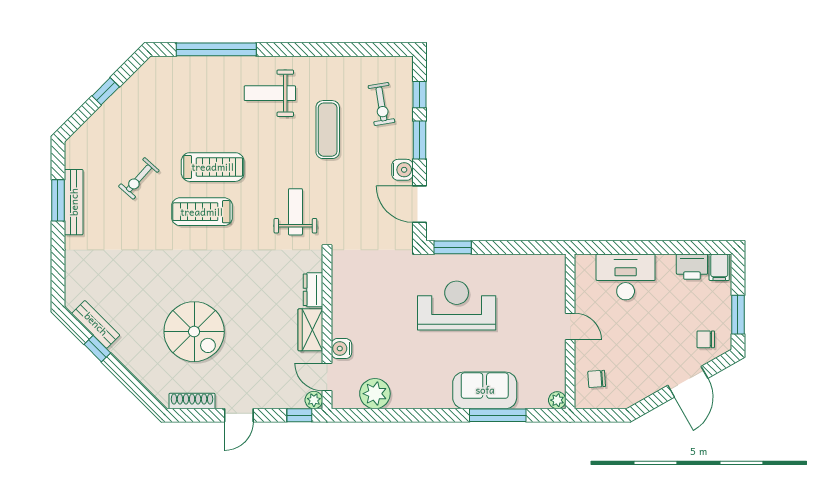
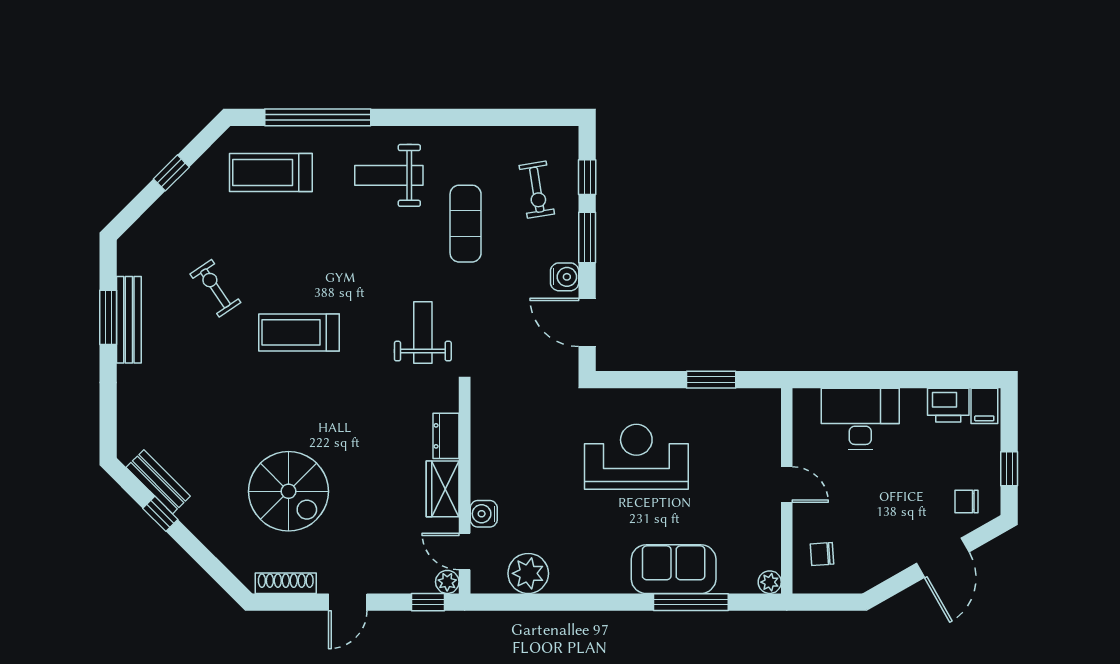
treadmill: (213, 167) -> (271, 172), moved, turned 180
exercise bike: (139, 178) -> (215, 288), turned 104
window: (453, 247) -> (711, 380), moved
window: (738, 315) -> (1009, 469), width x0.67

